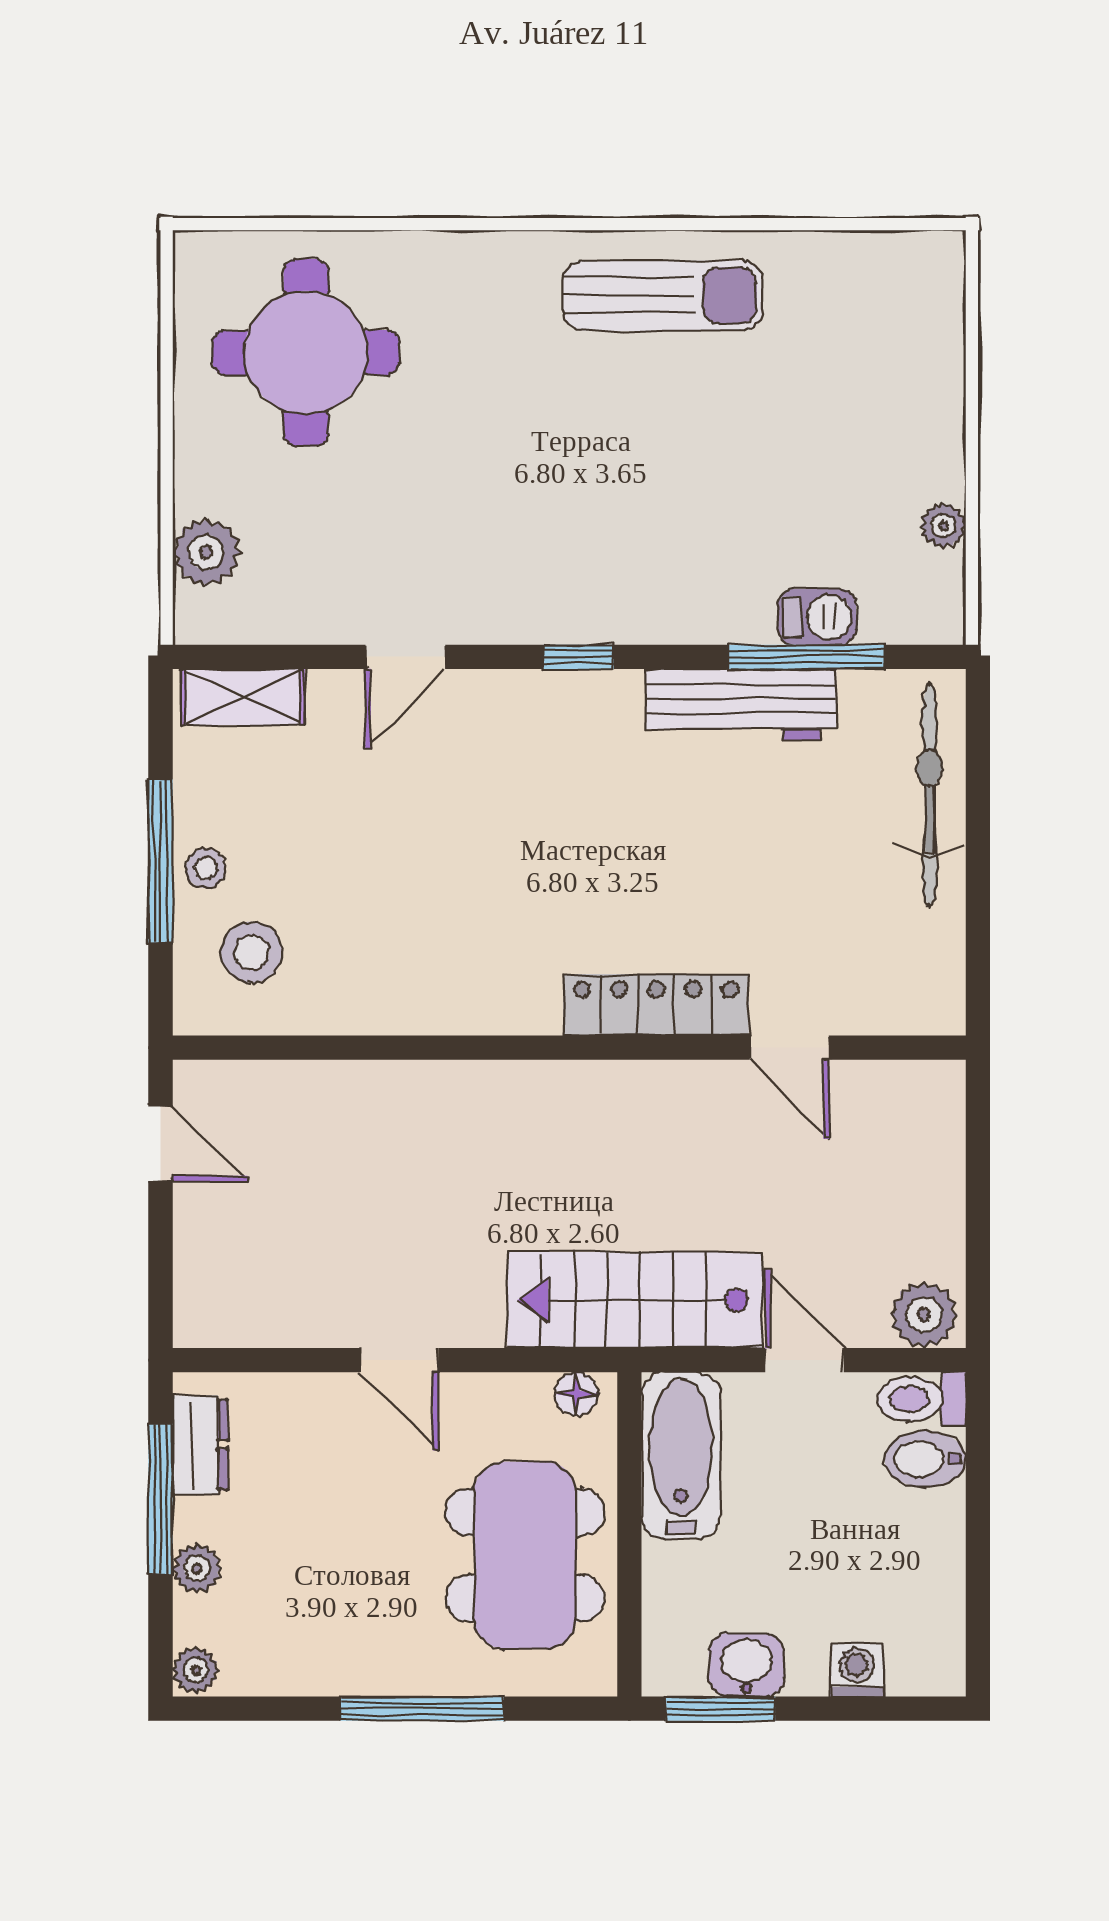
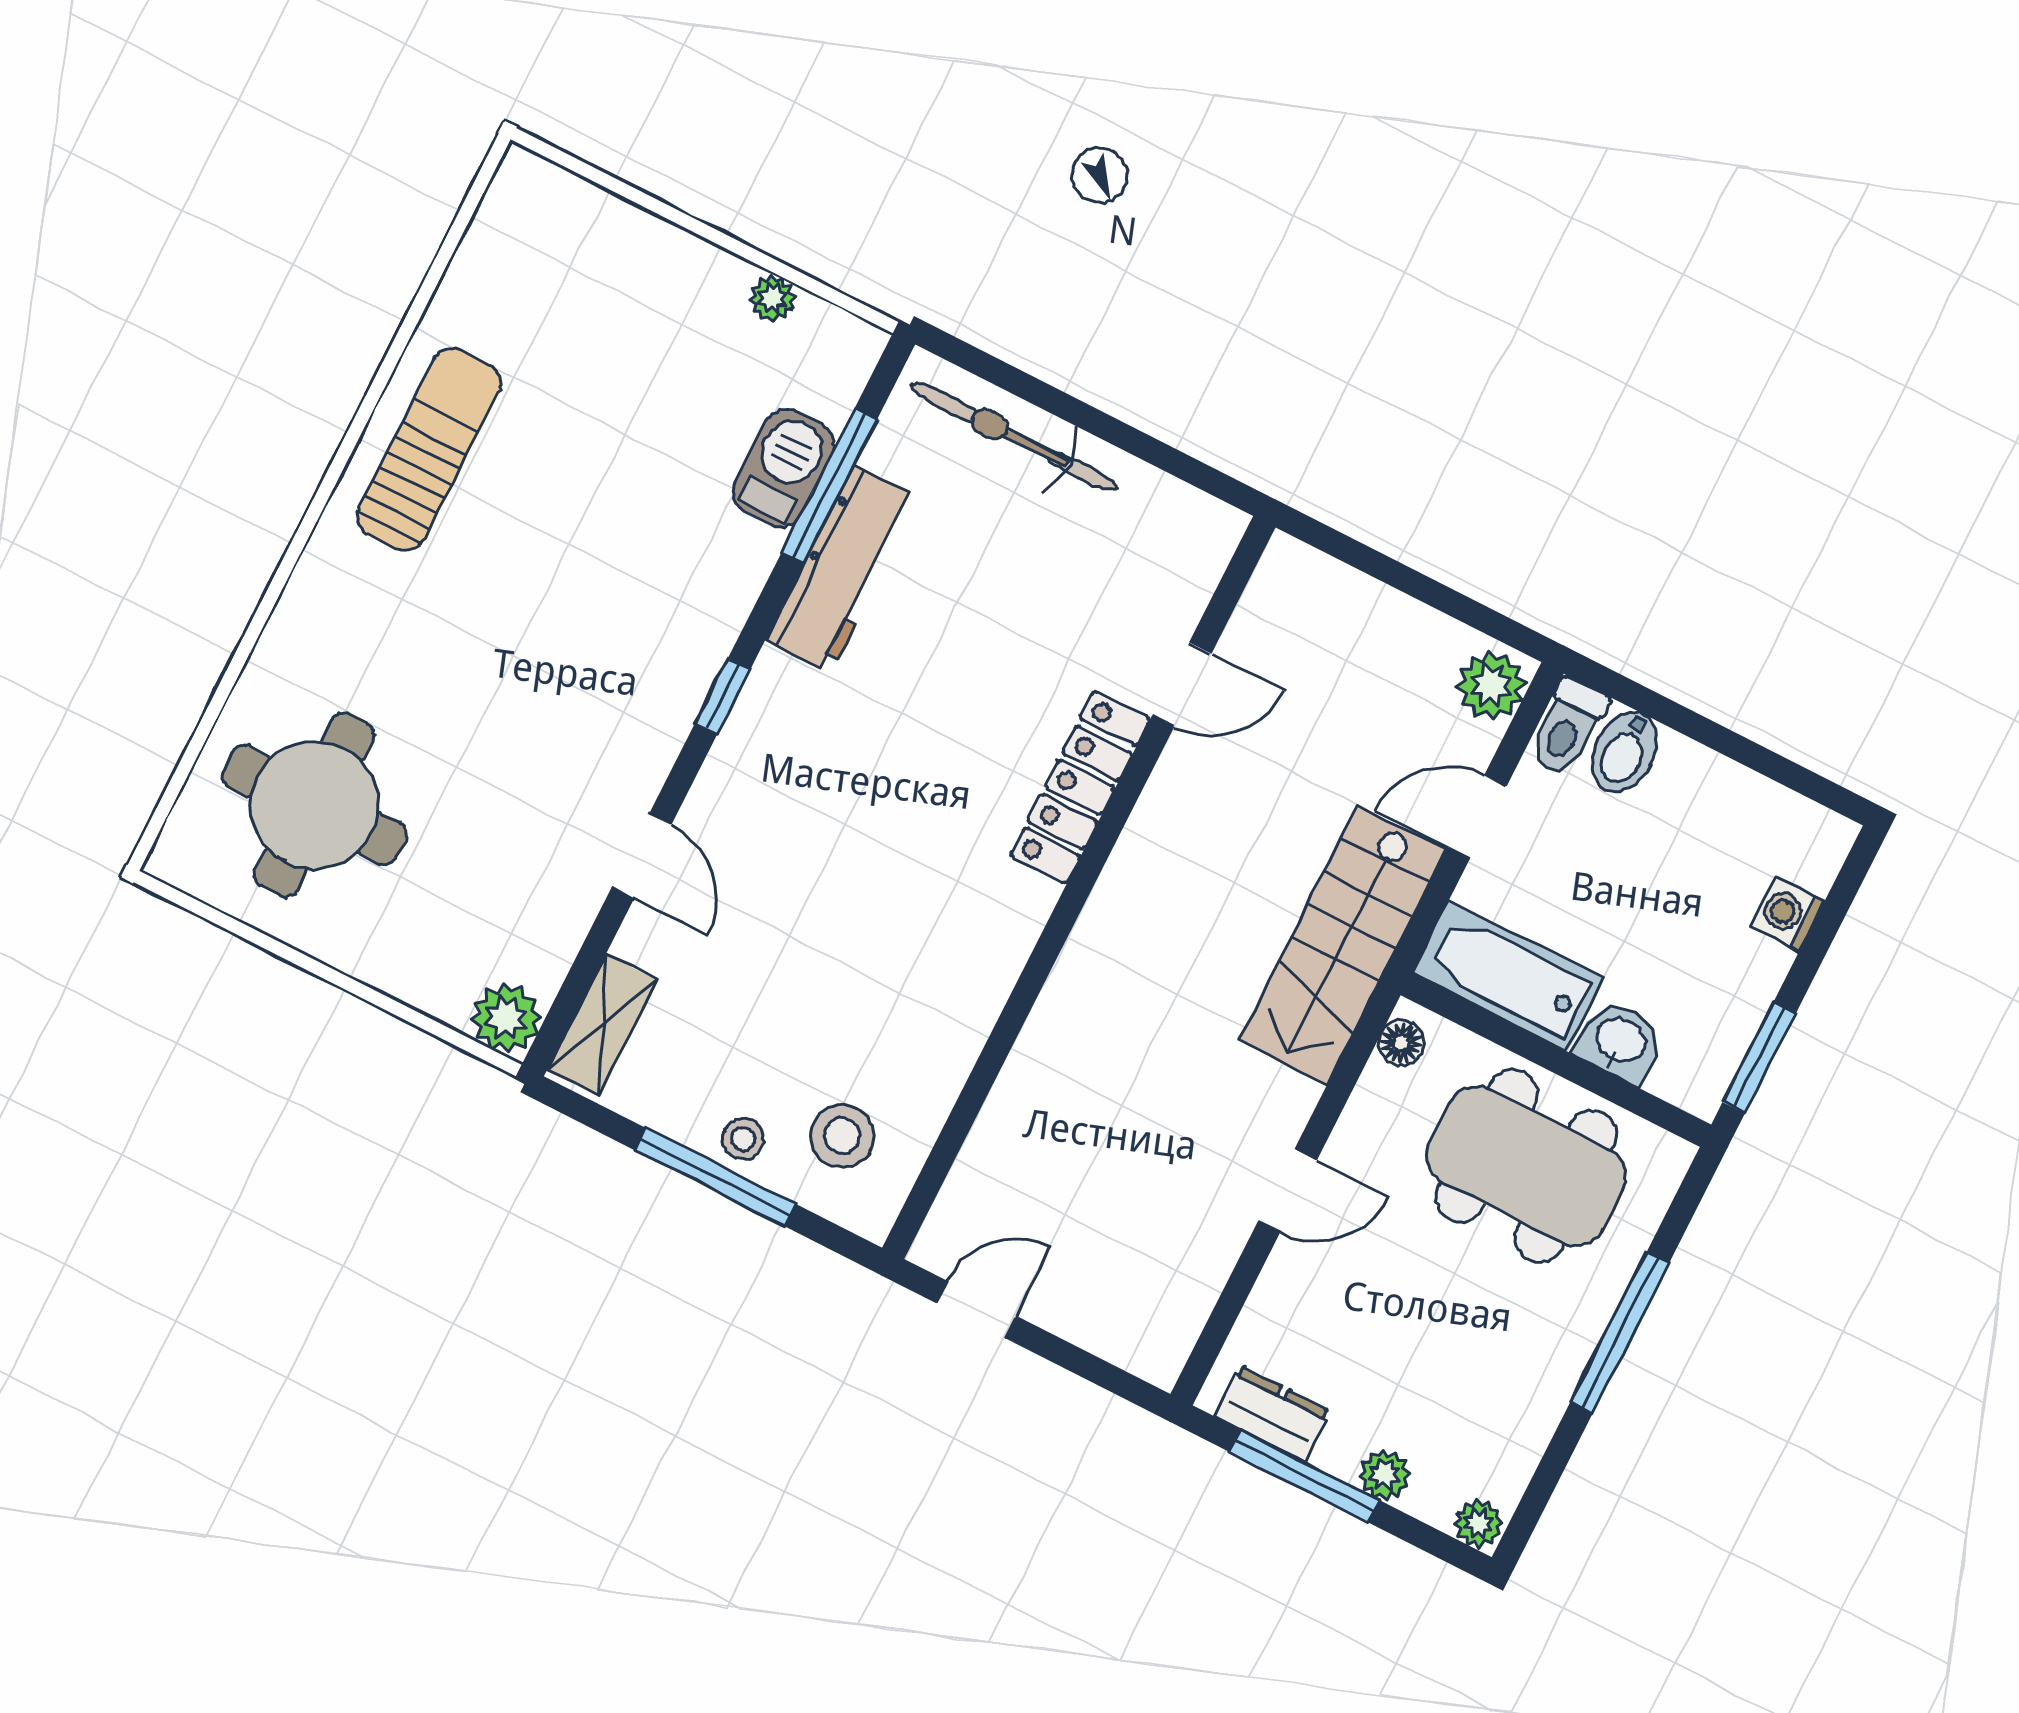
plant: (206, 552) -> (506, 1018), moved
barbecue: (817, 617) -> (783, 468), width x1.38, depth x1.27
washbasin: (746, 1665) -> (1620, 1042), moved, turned 90

